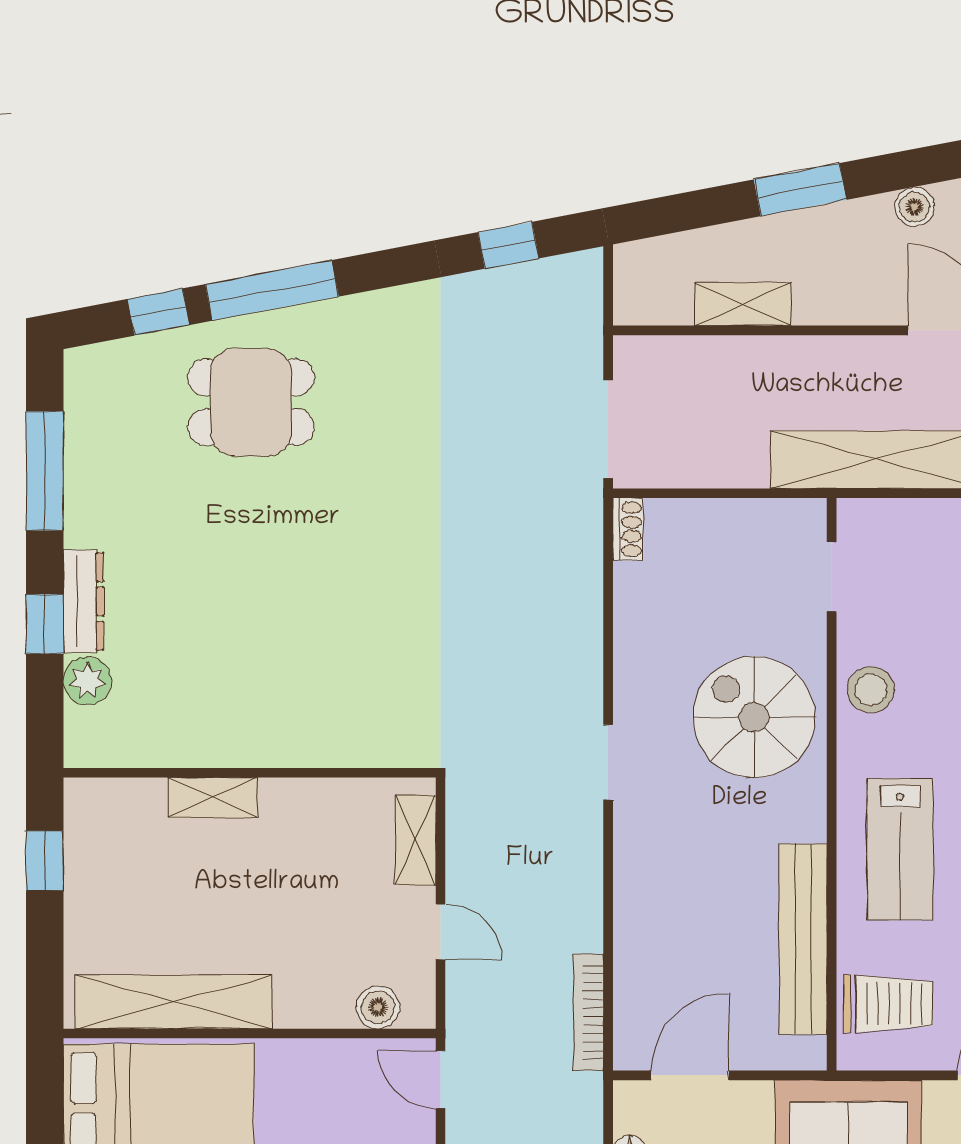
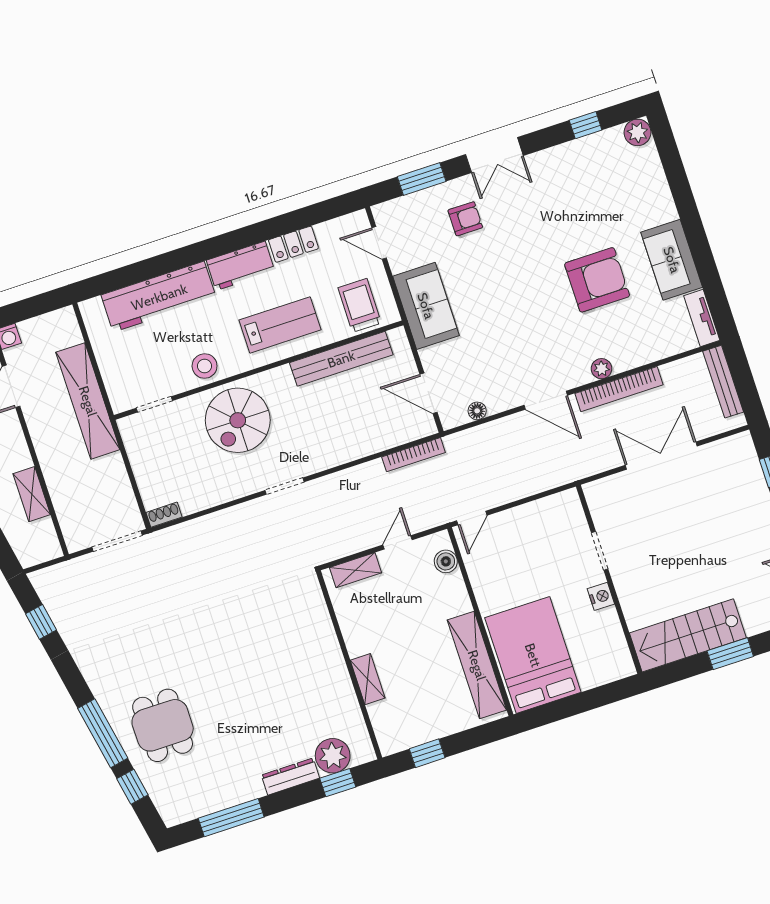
window: (45, 624) -> (338, 783), moved
plant: (87, 681) -> (333, 756), width x1.36, depth x1.36

